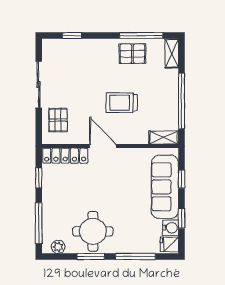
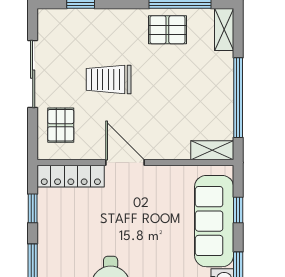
trolley: (122, 103) -> (109, 79), moved

